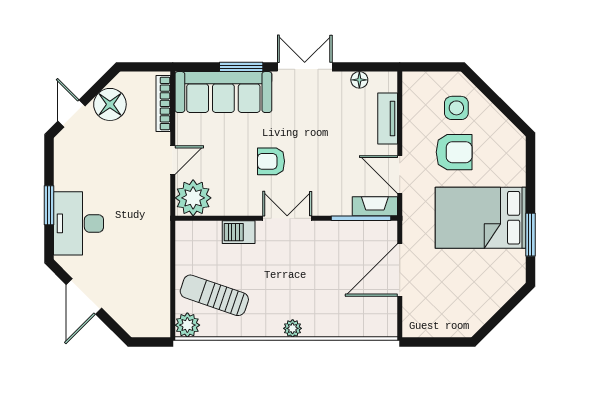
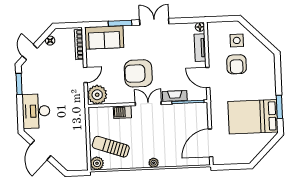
floor lamp: (359, 80) -> (200, 27), moved
sofa: (223, 92) -> (104, 37), width x0.73
floor lamp: (110, 104) -> (50, 41), width x0.53, depth x0.53
armchair: (454, 152) -> (237, 64), turned 90
armchair: (271, 161) -> (138, 73), width x1.88, depth x1.88
window: (49, 205) -> (19, 84), moved
fireplace: (375, 206) -> (175, 96), moved
bed: (481, 218) -> (253, 117), moved
door: (400, 270) -> (211, 143), moved

